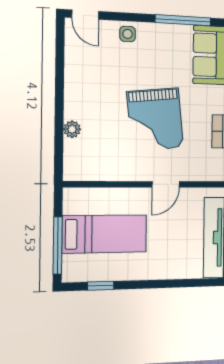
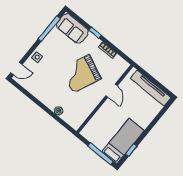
grand piano: (155, 120) -> (81, 74), turned 120
bed: (105, 234) -> (123, 141), moved

